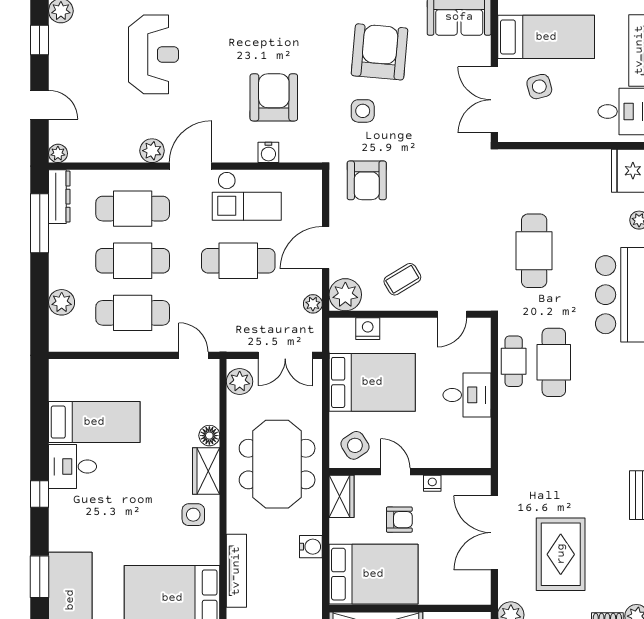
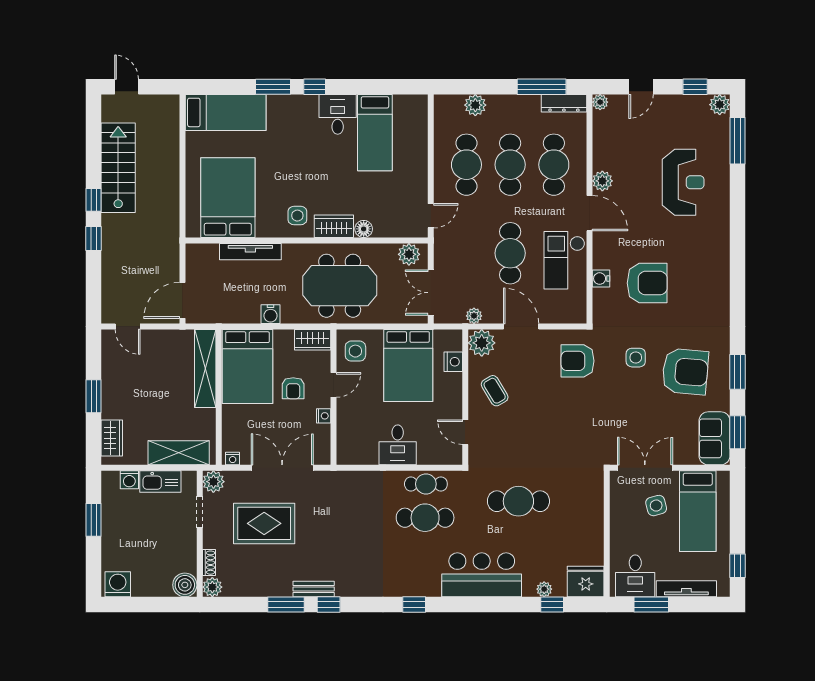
reception desk: (154, 54) -> (683, 182), turned -90
side table: (355, 445) -> (355, 351), turned 33
window: (40, 577) -> (273, 87), moved
nightstand: (483, 592) -> (233, 459), added

